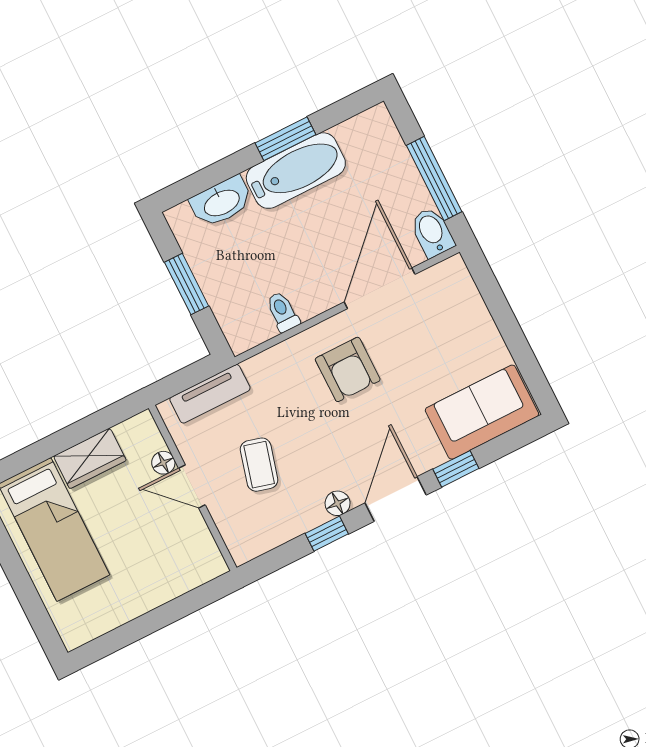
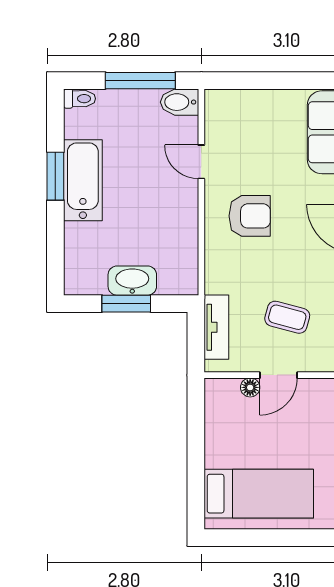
washbasin: (221, 202) -> (132, 281), moved, turned -90
door: (380, 288) -> (201, 162), width x0.53
toilet: (283, 312) -> (80, 99), moved, turned 180
wardrobe: (90, 458) -> (219, 440), removed

